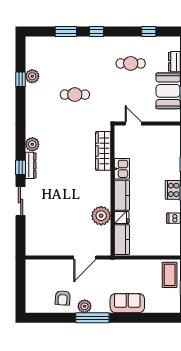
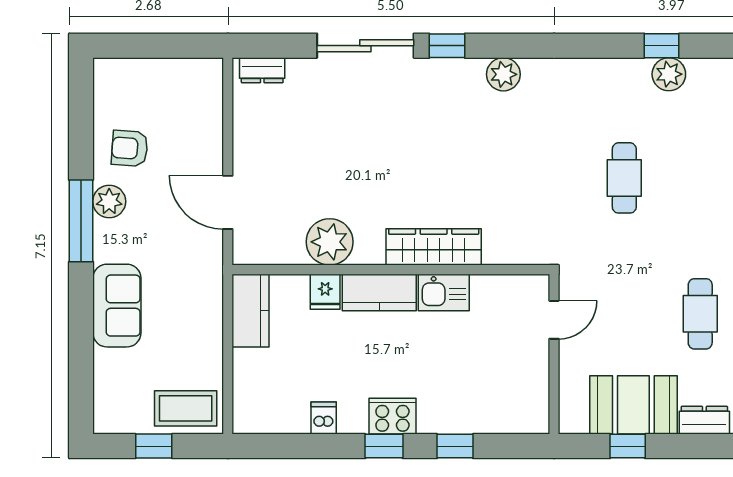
wardrobe: (103, 151) -> (434, 247), moved
dresser: (31, 165) -> (262, 70), moved, width x0.70
sliding door: (21, 201) -> (365, 46), width x1.37
kitchen counter: (122, 240) -> (251, 311), moved, turned -90

